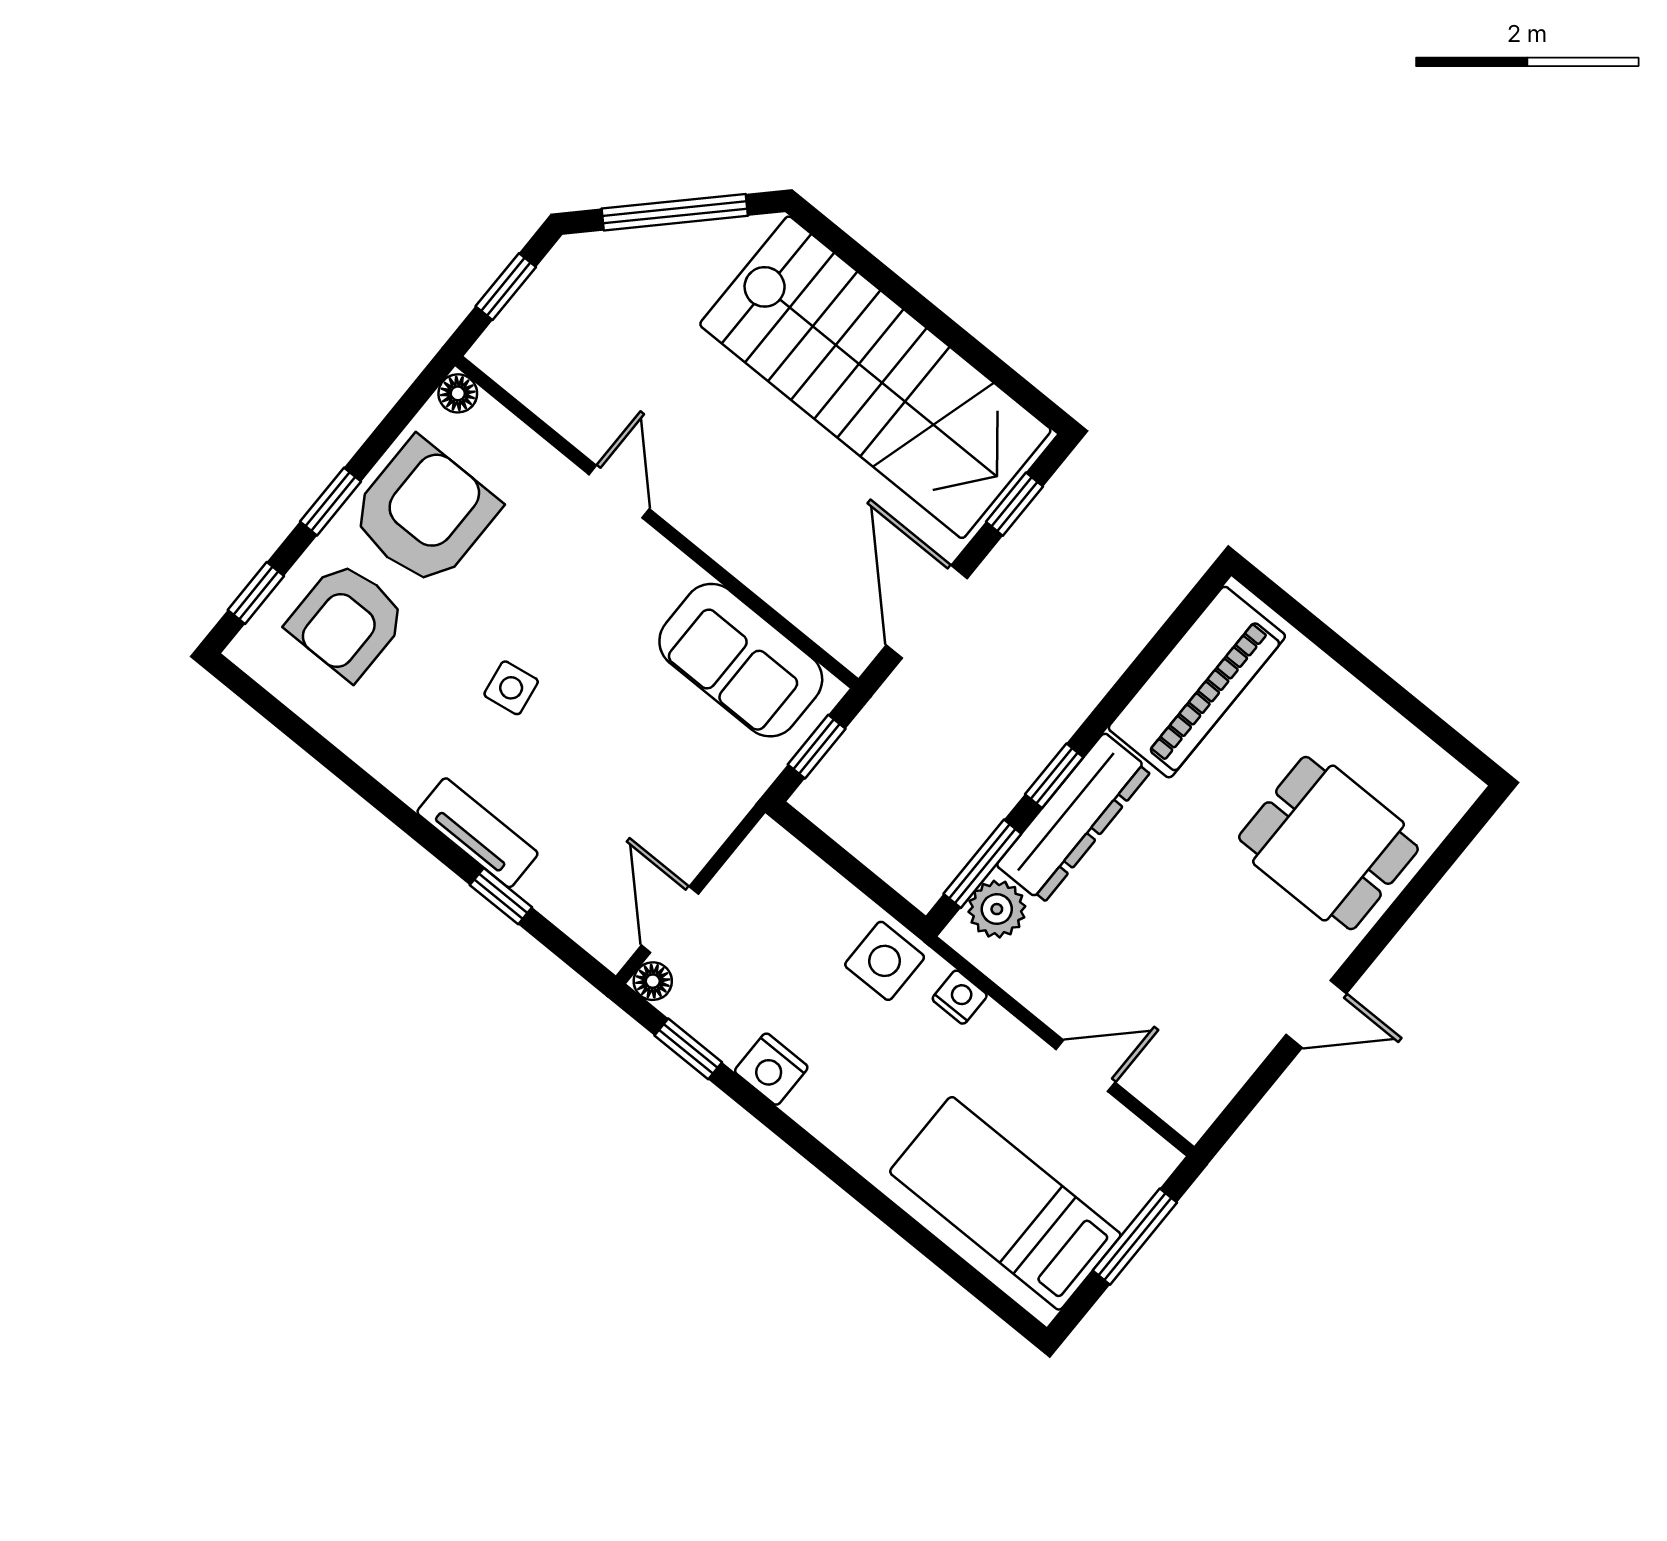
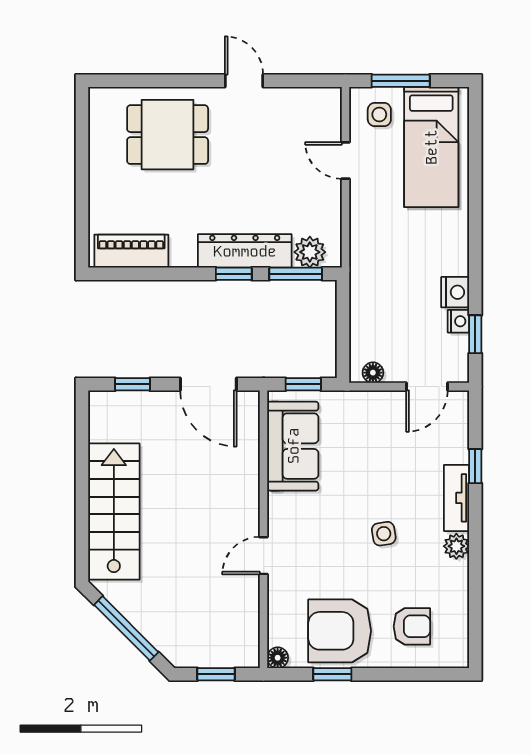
stairs: (875, 377) -> (114, 512), width x0.73, depth x0.66
window: (330, 502) -> (332, 674), moved
window: (256, 593) -> (432, 674), removed
door: (927, 612) -> (208, 384), hinge flipped
armchair: (347, 620) -> (412, 626), width x0.72, depth x0.72
piano: (1197, 682) -> (131, 251), width x0.73, depth x0.75
plant: (409, 777) -> (456, 546), added
dining table: (1328, 843) -> (168, 135), turned 90
side table: (885, 961) -> (379, 115), moved, width x0.73, depth x0.73
floor lamp: (653, 981) -> (373, 373), moved
nightstand: (960, 997) -> (458, 321), moved, turned 180

